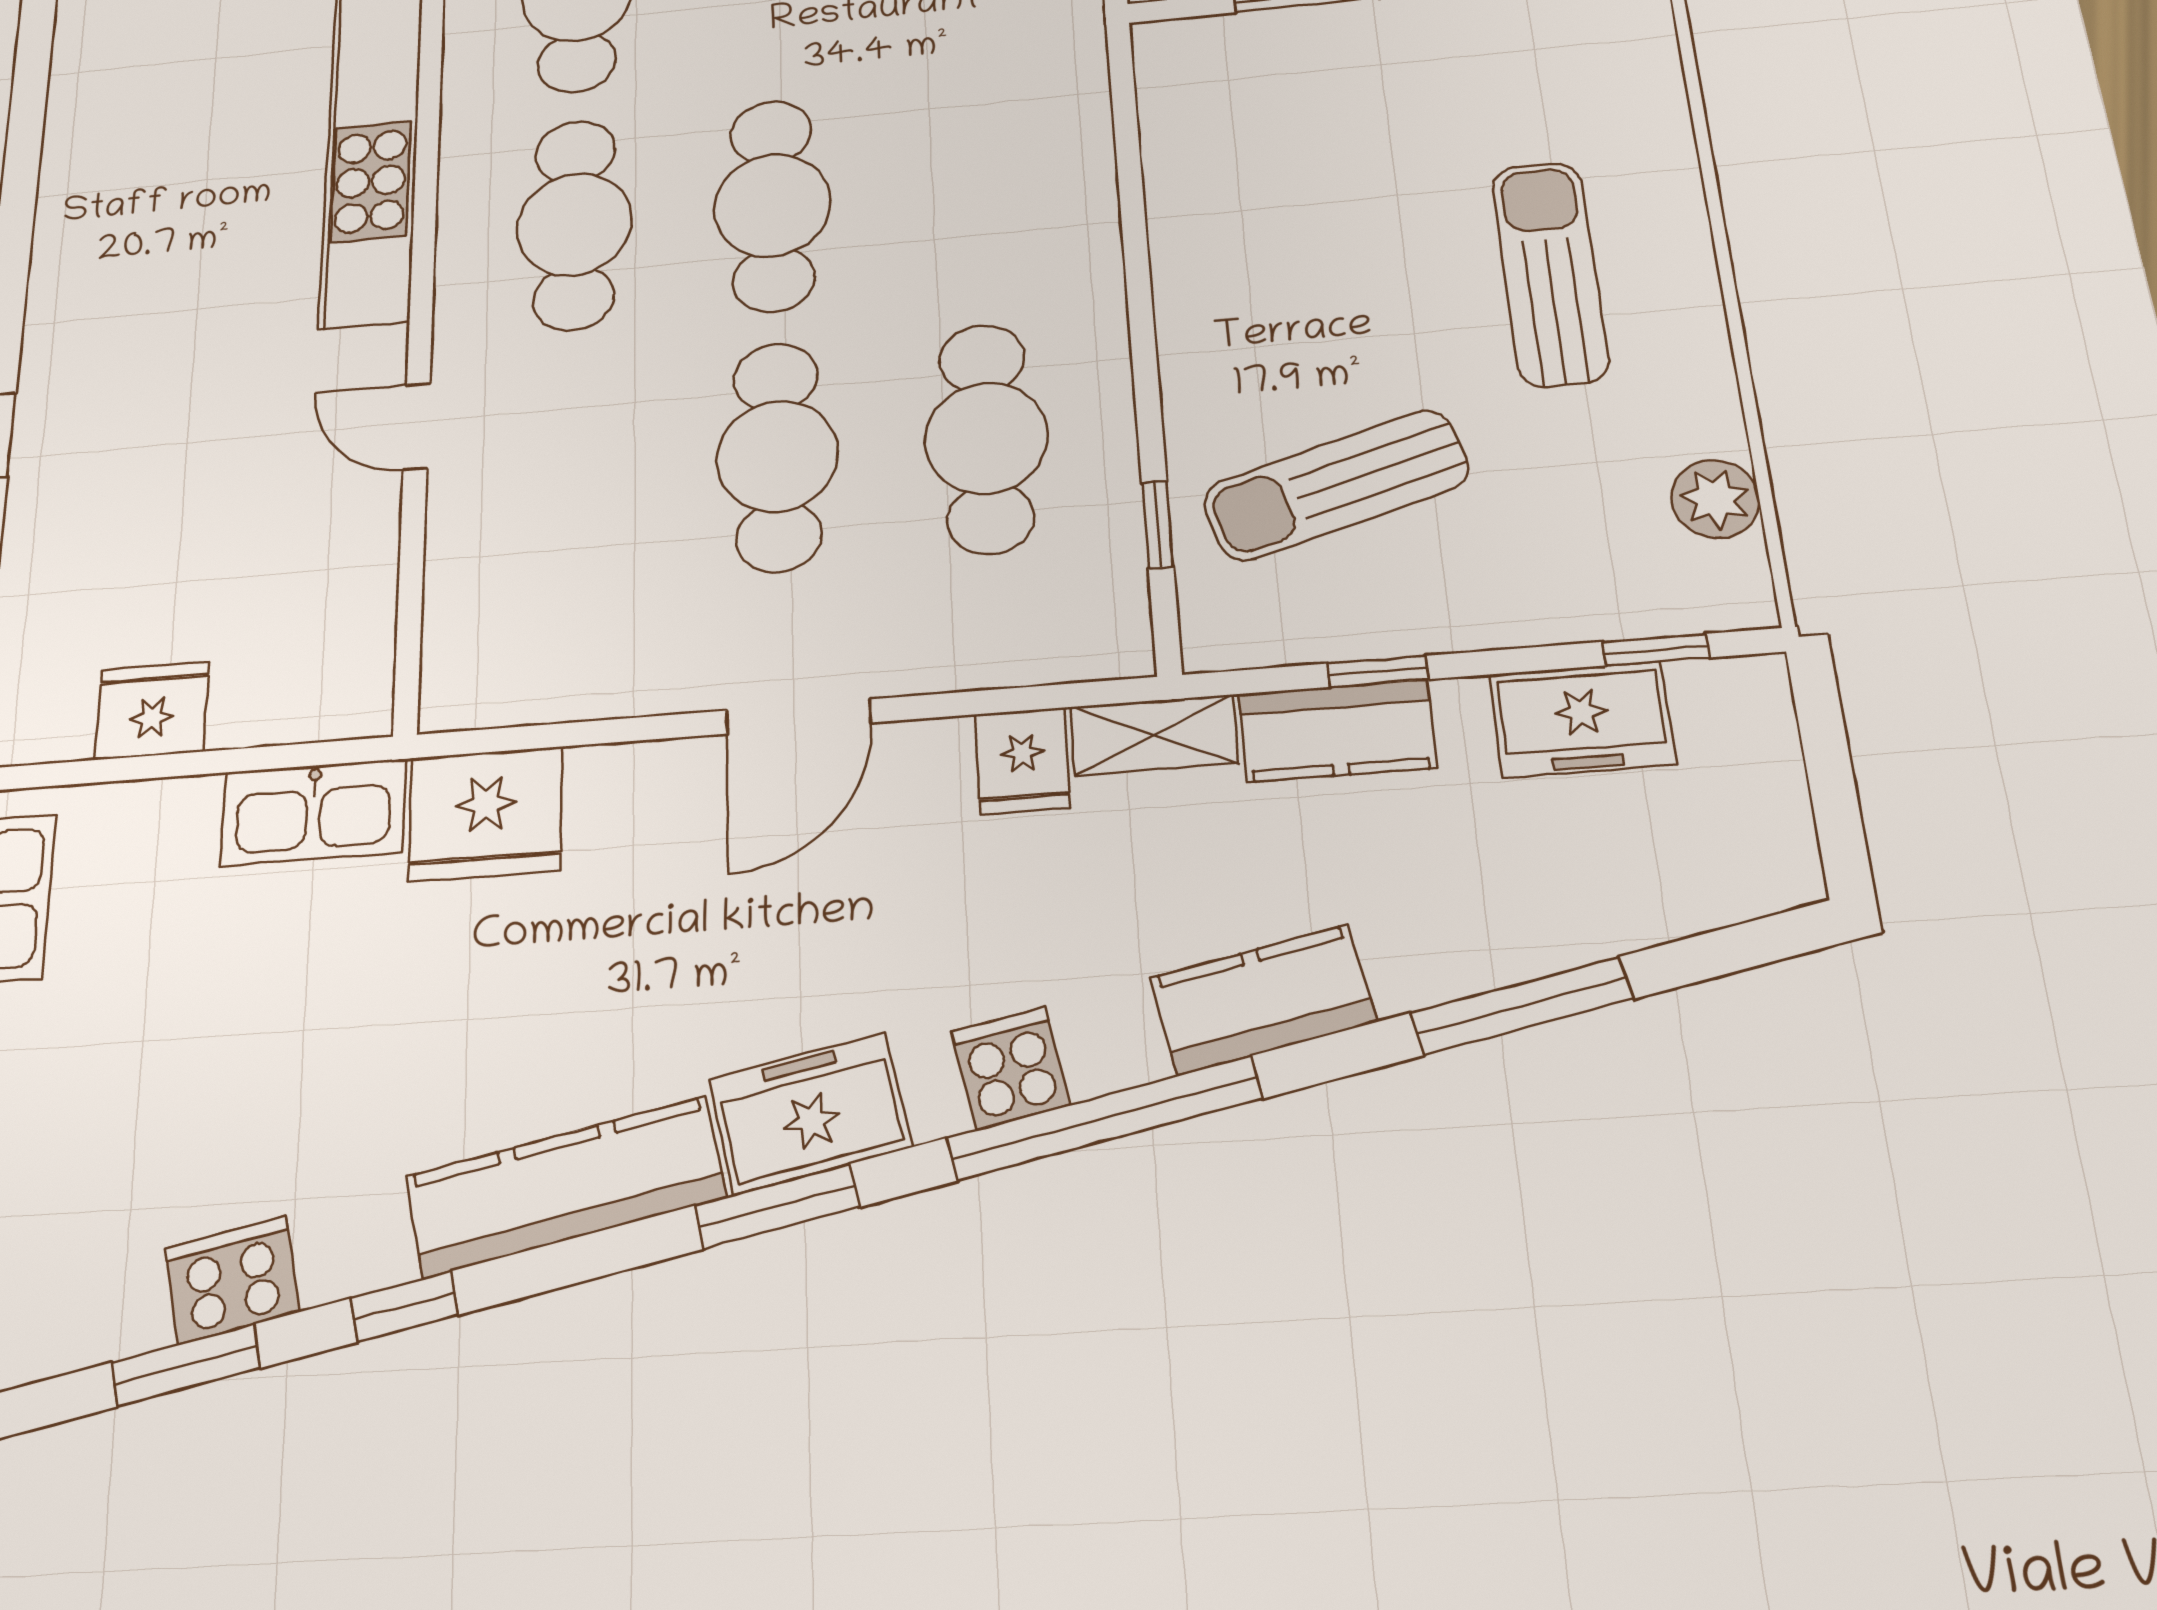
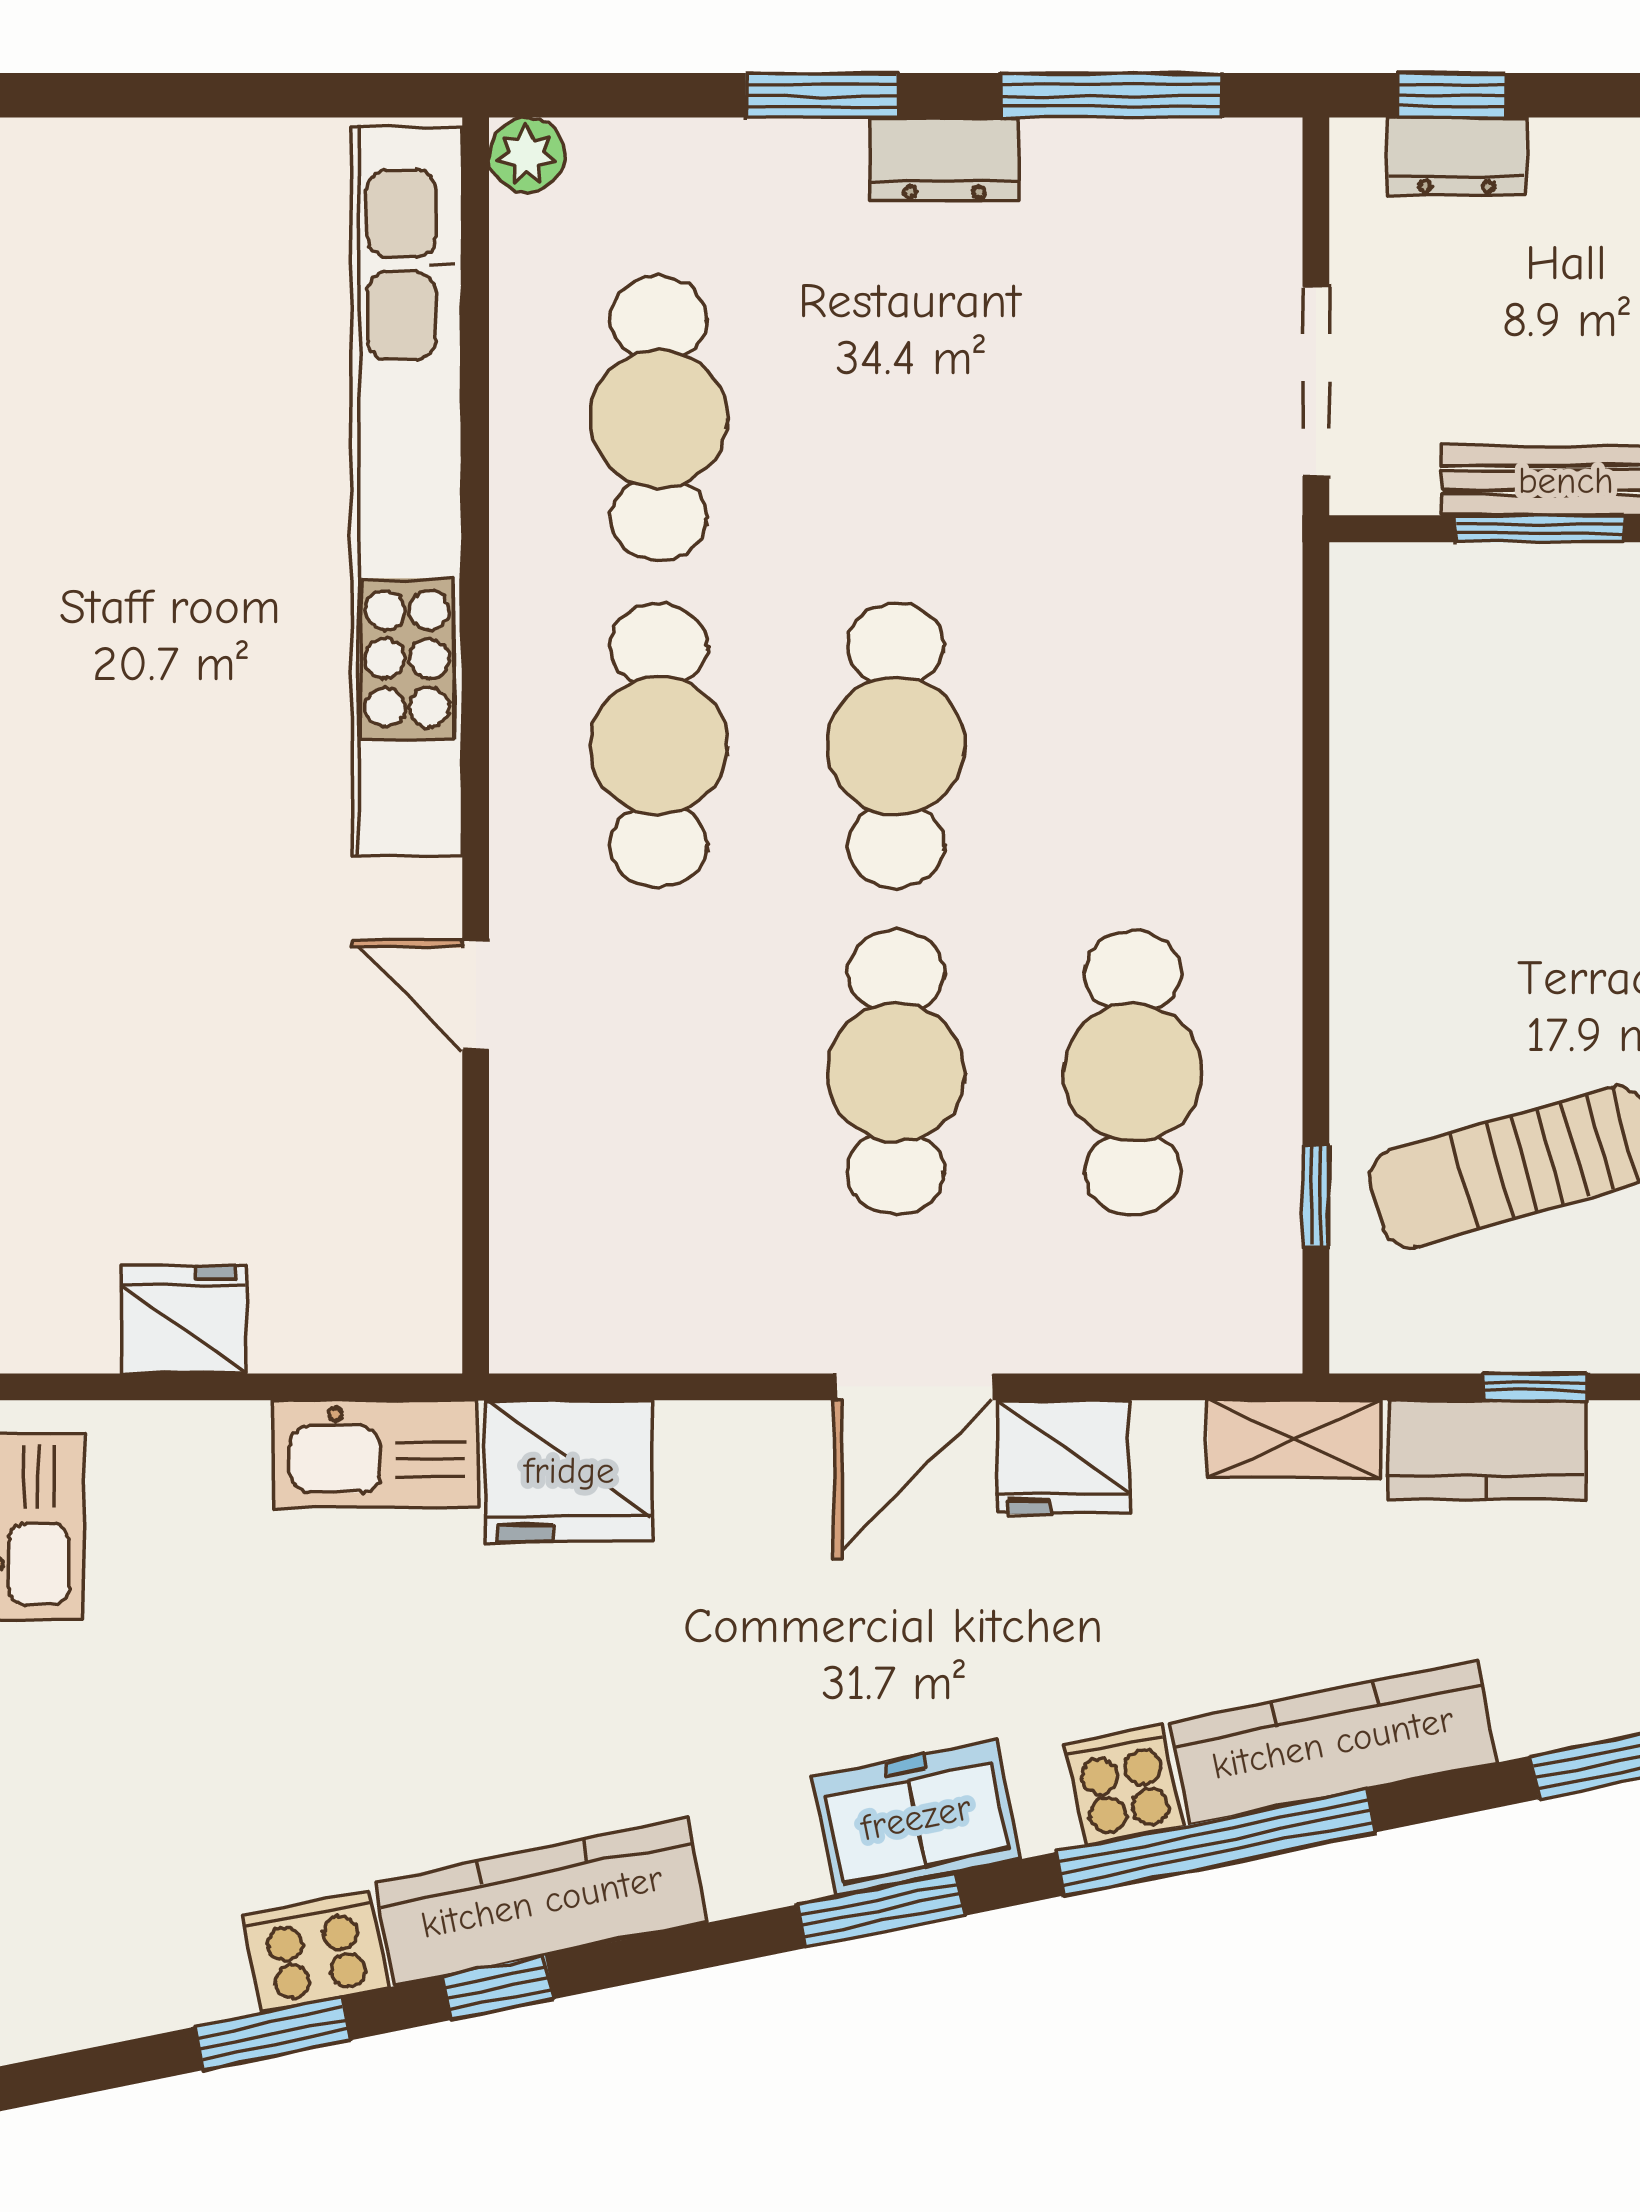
fridge: (1022, 761) -> (1063, 1457), moved, width x1.38
kitchen counter: (1263, 1000) -> (1333, 1743), width x1.50
kitchen counter: (565, 1187) -> (542, 1902), moved

